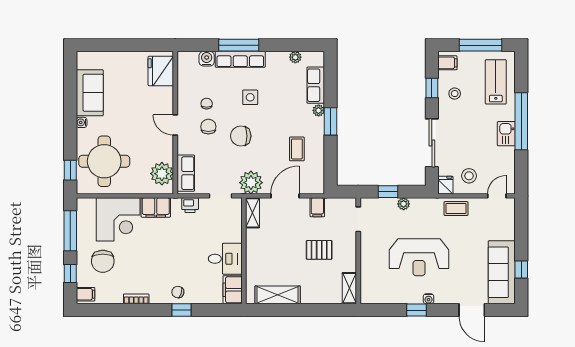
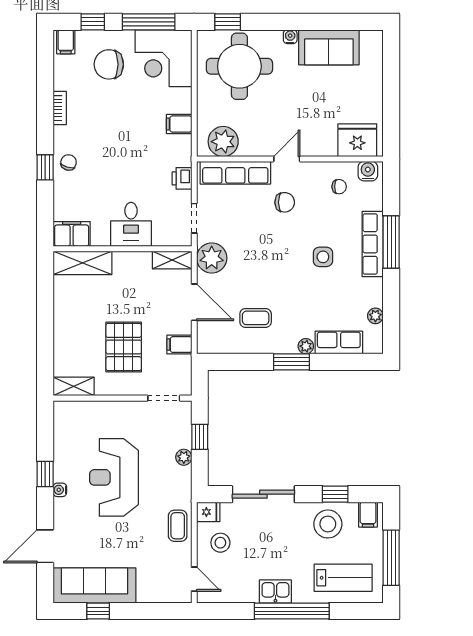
water cooler: (207, 59) -> (368, 171), moved, turned -90
stool: (455, 94) -> (328, 524), width x1.89, depth x1.89
chair: (207, 104) -> (339, 187), moved
chair: (241, 136) -> (272, 245), removed
row of seats: (186, 173) -> (235, 173), width x1.48
filing cabinet: (156, 207) -> (179, 124), width x0.50
corner desk: (118, 219) -> (163, 58), moved
pallet: (319, 250) -> (124, 347), width x1.50, depth x1.42
desk: (225, 259) -> (131, 224), moved
shelving: (278, 295) -> (82, 263), moved, turned 90

